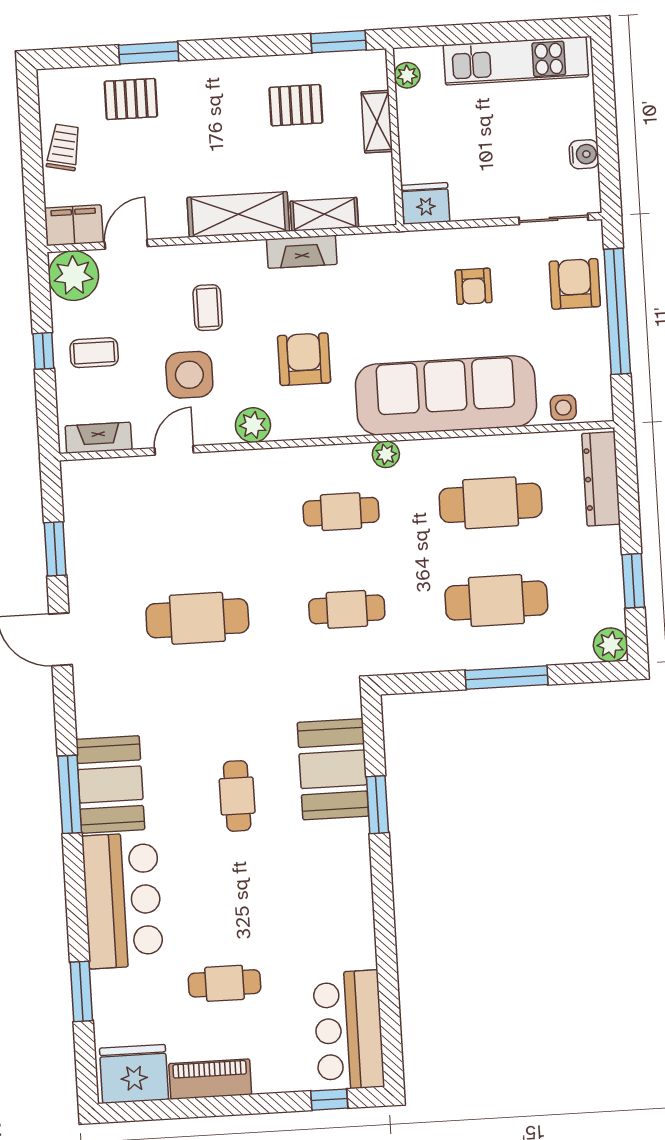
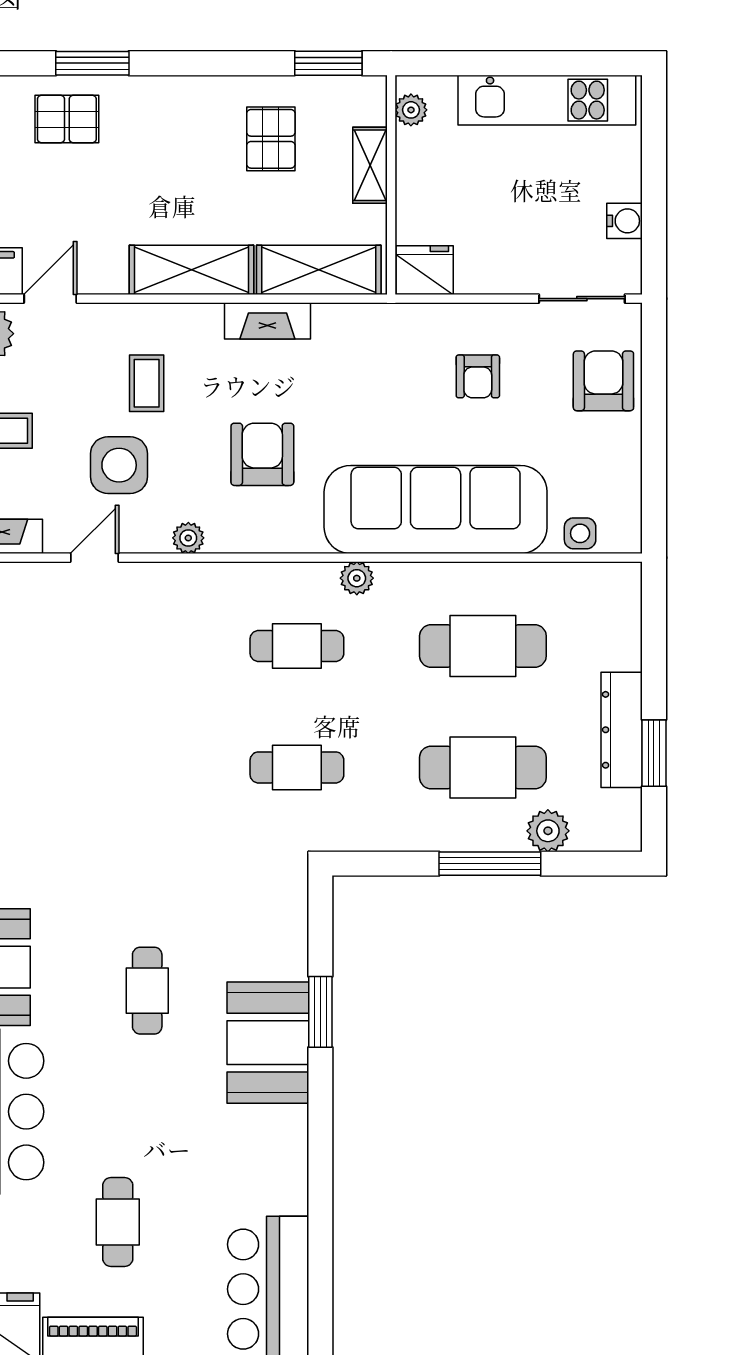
pallet: (296, 105) -> (271, 139), turned 90
shelving: (324, 214) -> (319, 270), width x1.50, depth x1.33
window: (617, 311) -> (654, 418), removed
plant: (253, 425) -> (188, 538), width x0.73, depth x0.73
dresser: (601, 479) -> (622, 730), moved
cafe table: (197, 618) -> (111, 767), removed
plant: (610, 645) -> (548, 831), moved
booth: (333, 769) -> (268, 1043), moved
cafe table: (225, 983) -> (118, 1222), turned 90

